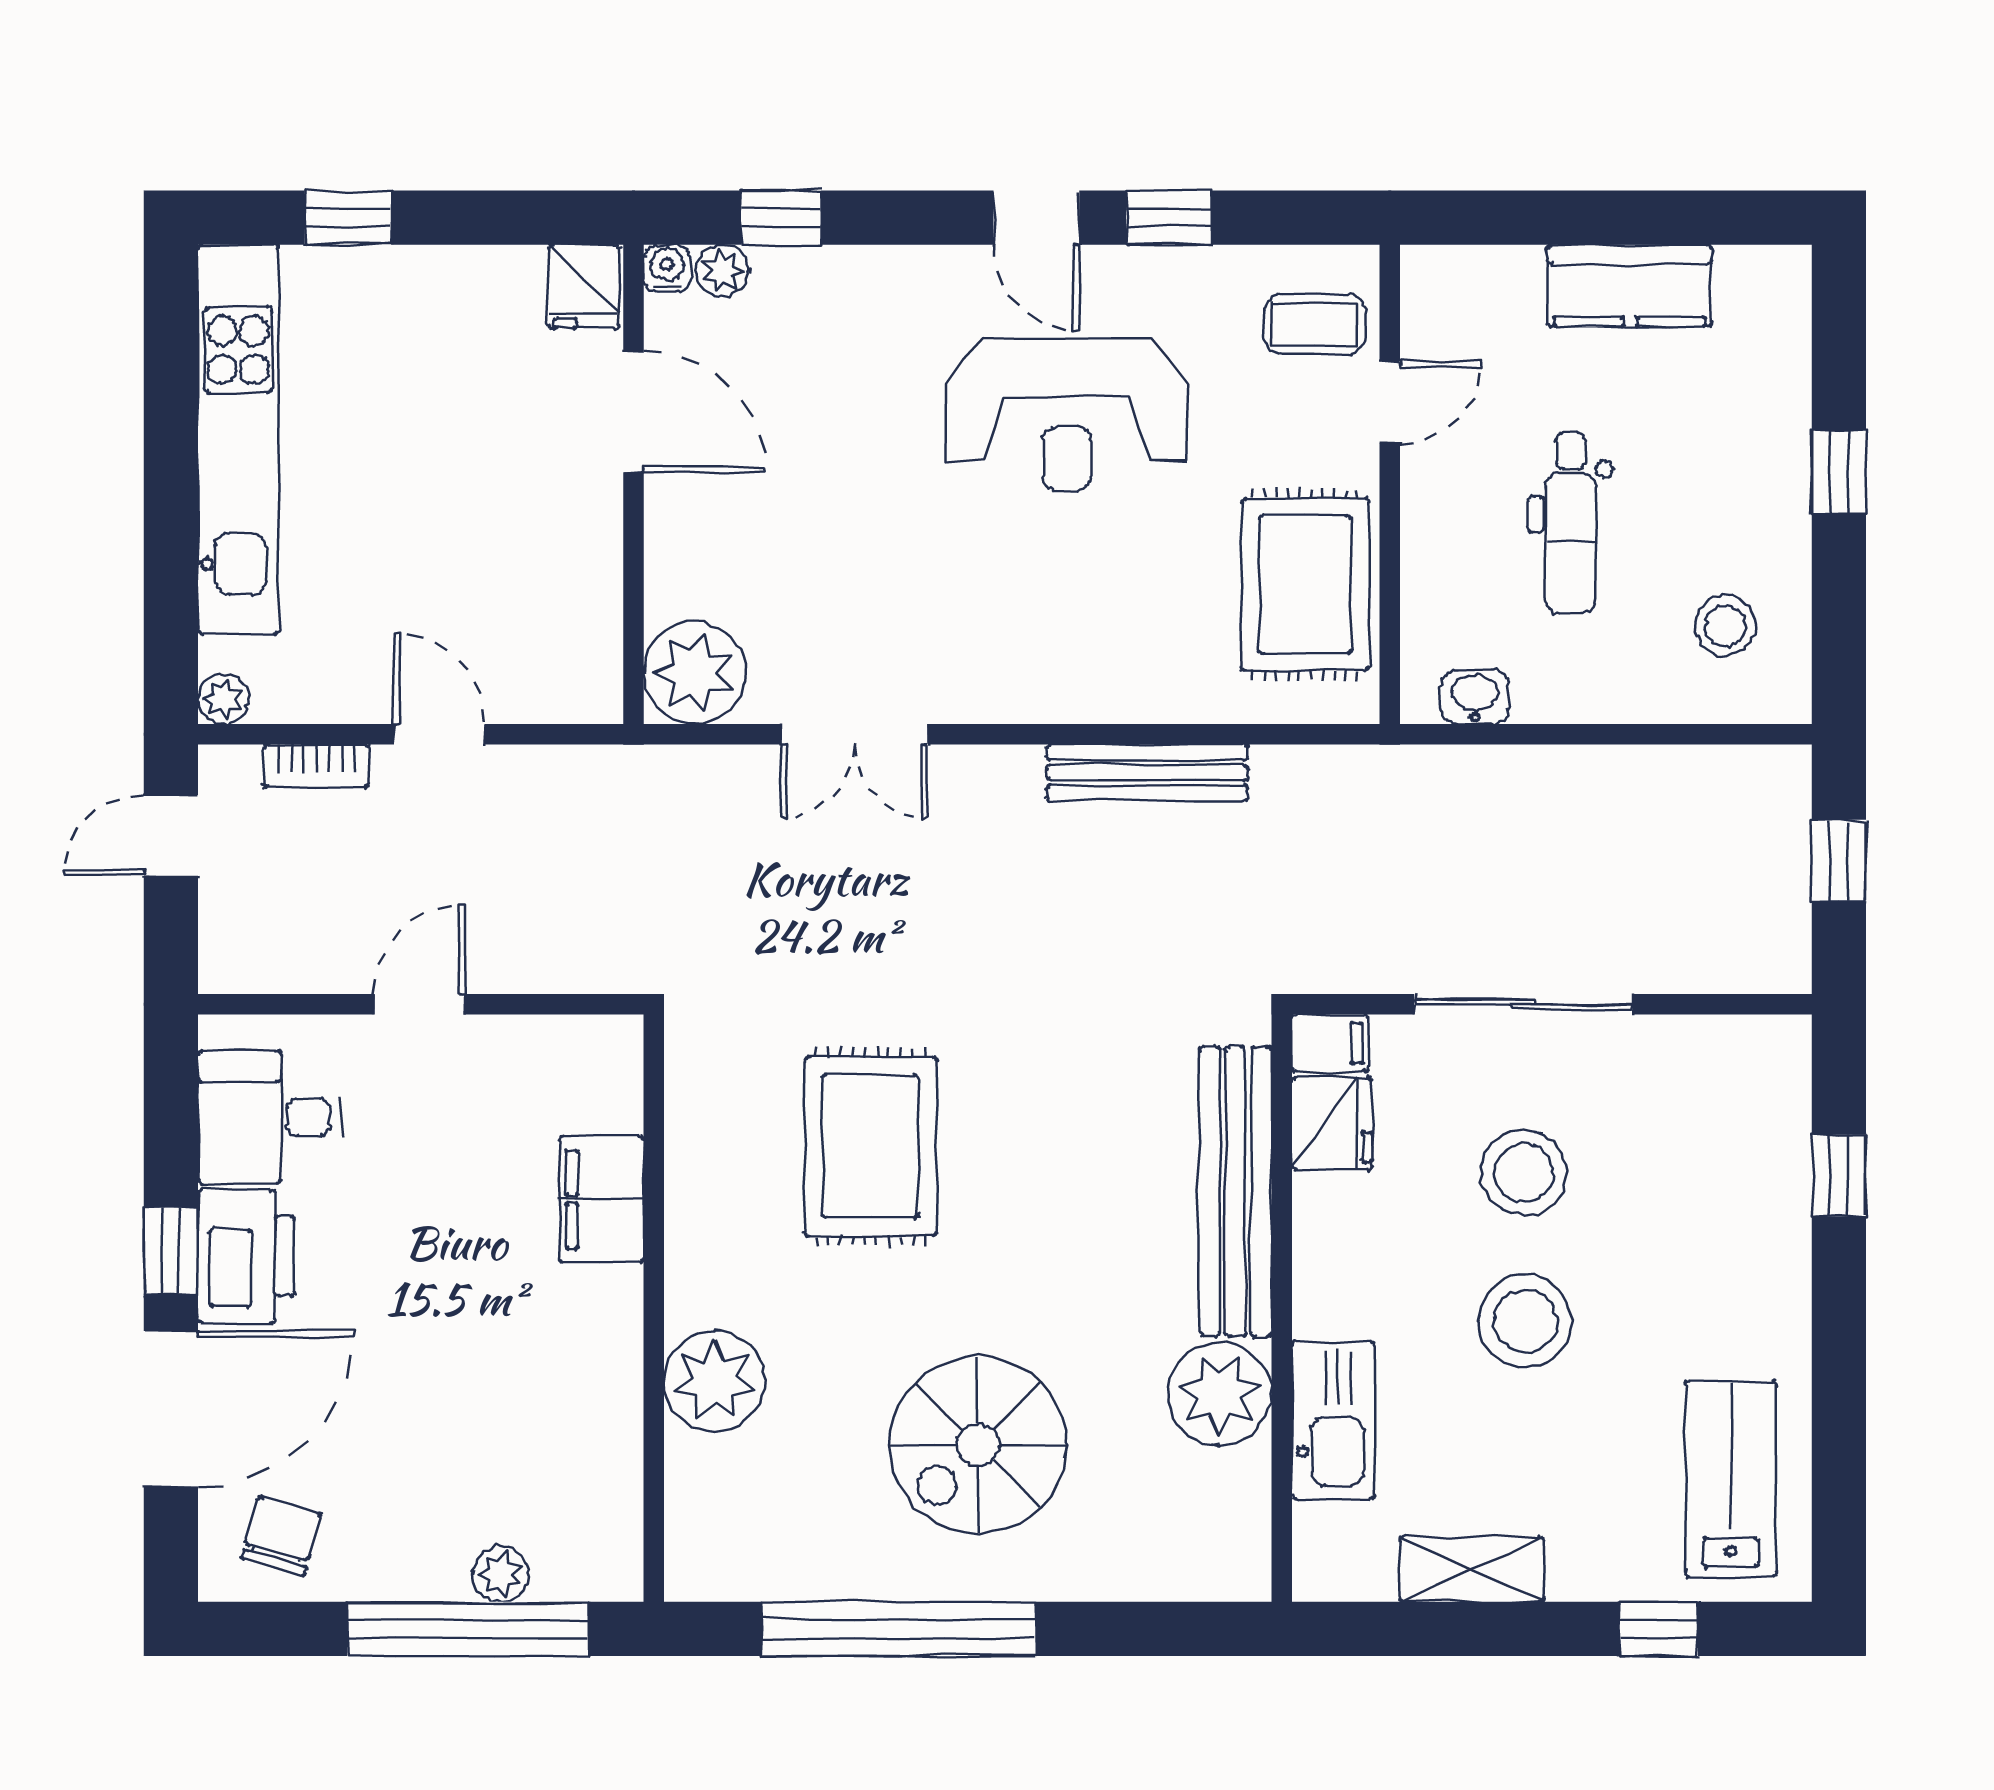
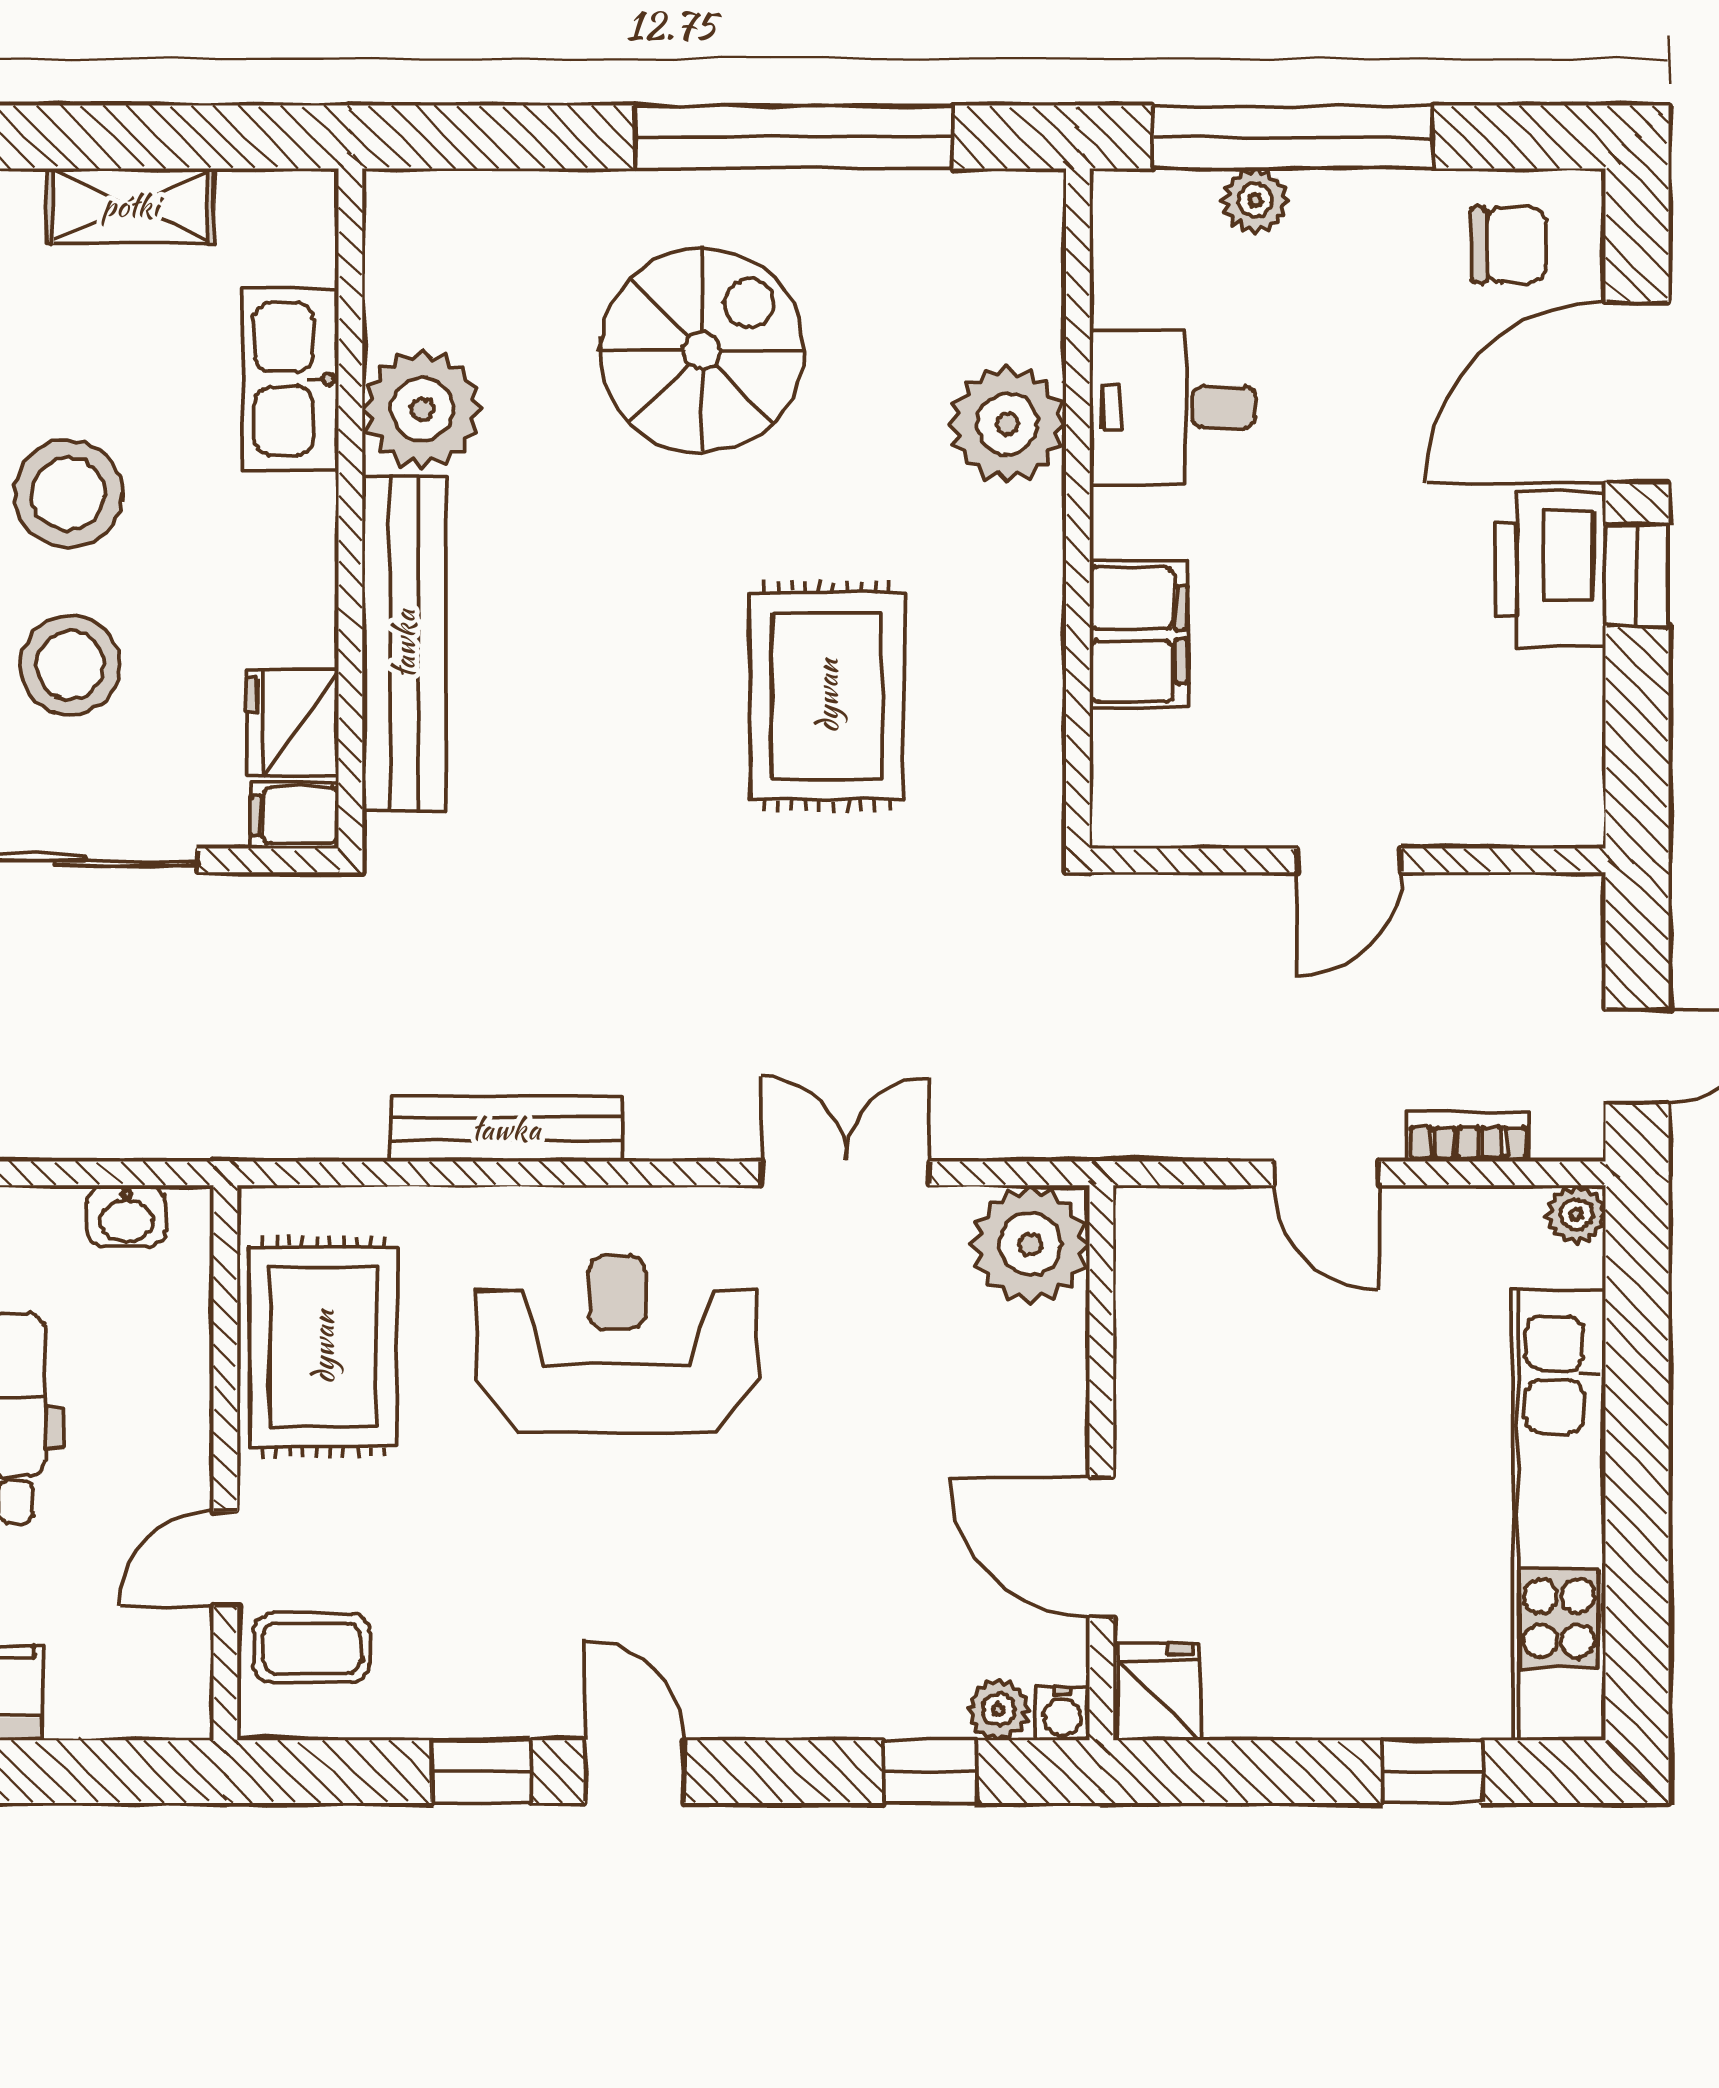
reception desk: (1067, 415) -> (617, 1344), moved
desk: (270, 1117) -> (1172, 407), moved, turned 180
chair: (281, 1536) -> (1509, 245), turned -105

